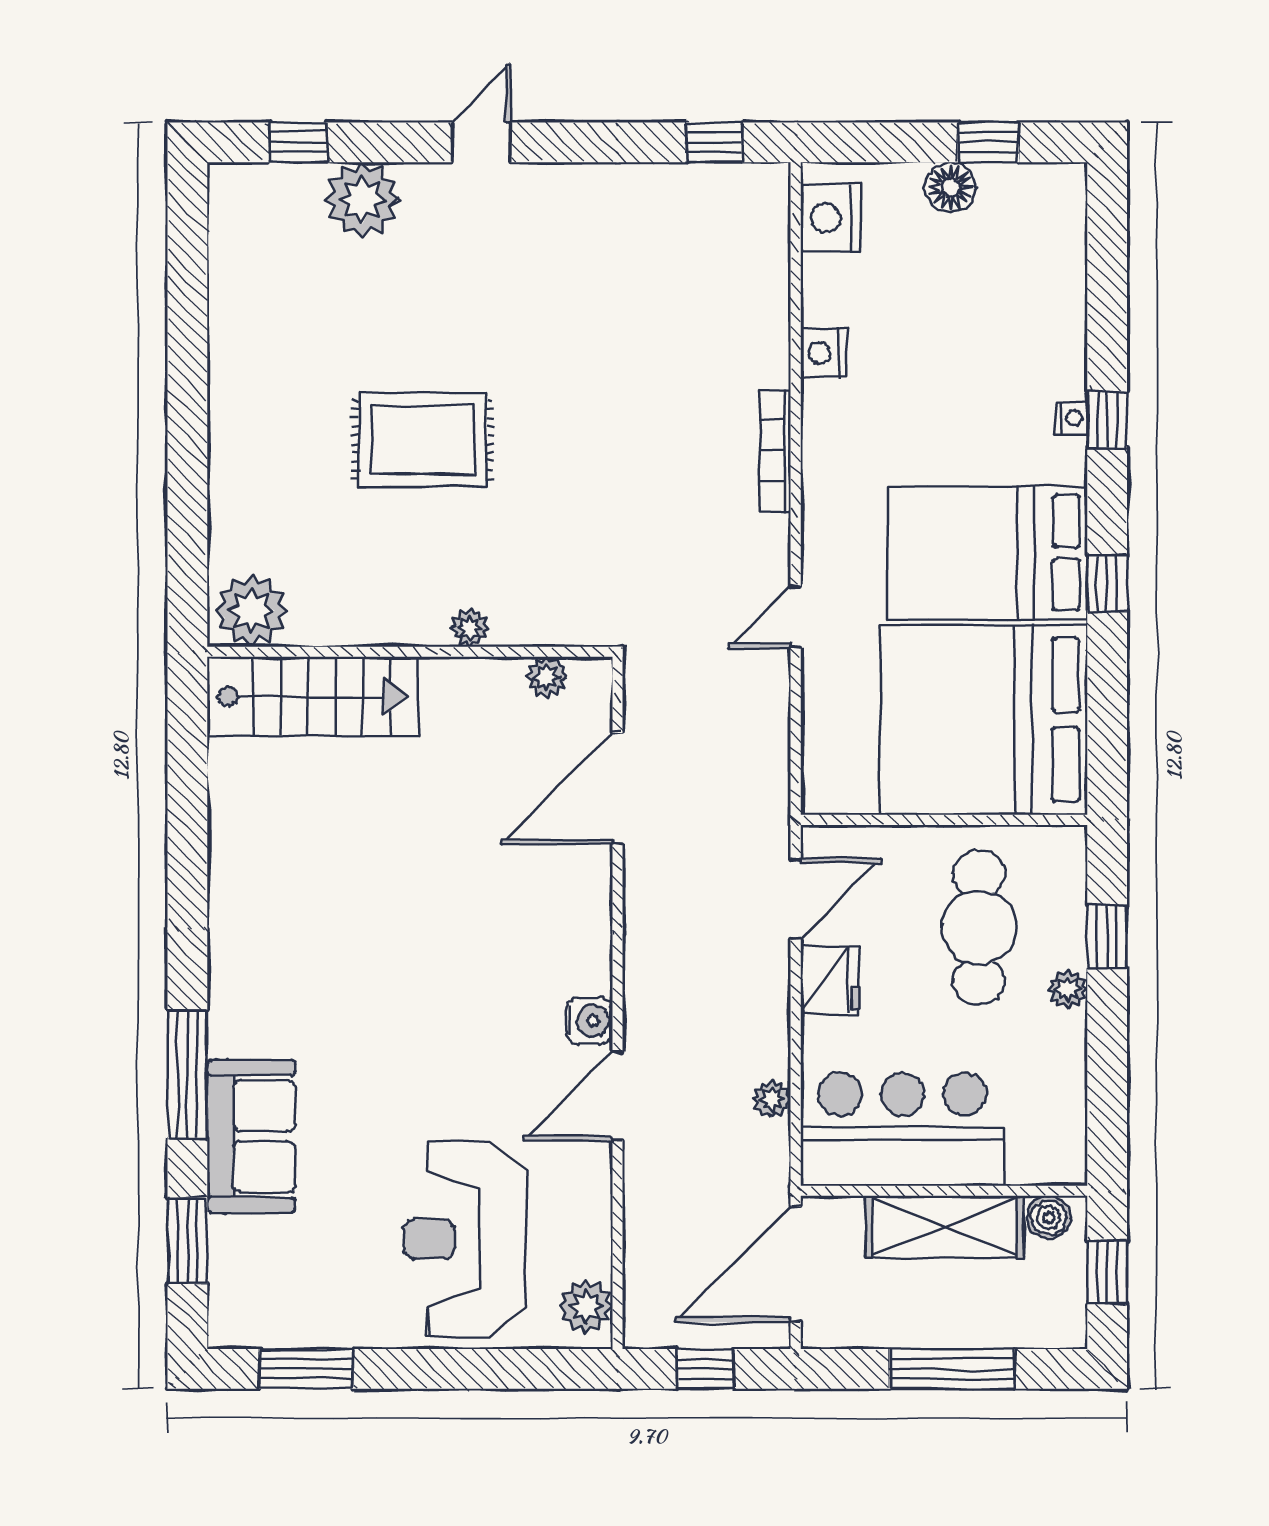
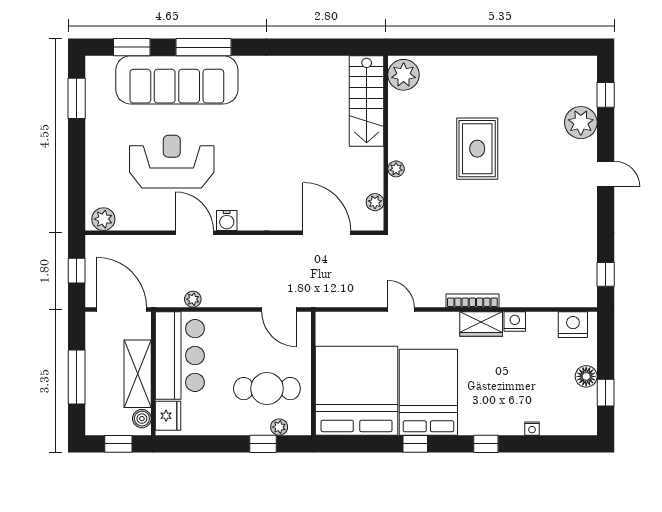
nightstand: (1072, 418) -> (532, 429), moved
wardrobe: (829, 431) -> (481, 324), added
fridge: (830, 981) -> (168, 416), moved, turned -90
plant: (1068, 989) -> (279, 427), moved
sofa: (251, 1136) -> (177, 80), width x1.85, depth x1.27
reception desk: (465, 1239) -> (172, 162), moved

